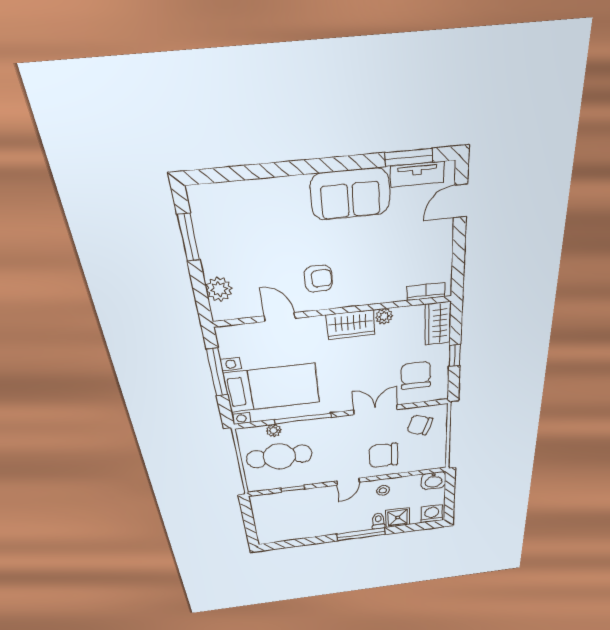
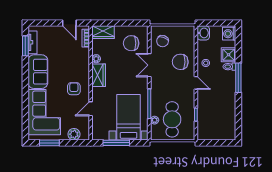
door: (460, 201) -> (69, 23), moved
corner sofa: (258, 218) -> (44, 112), added
window: (455, 355) -> (122, 23), removed
chair: (384, 455) -> (180, 62), turned 92

